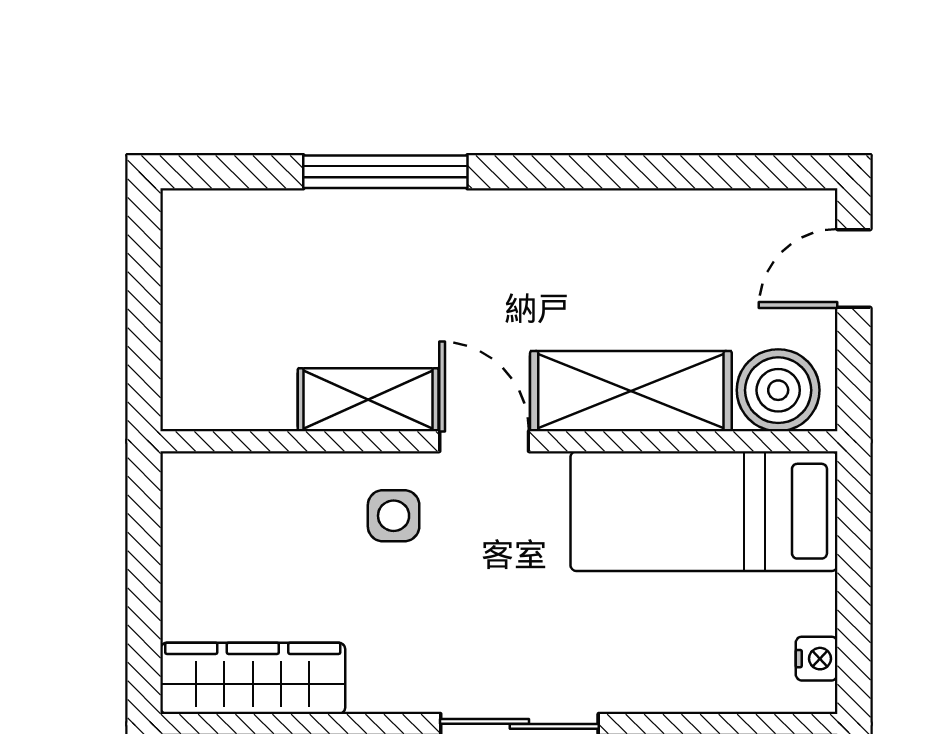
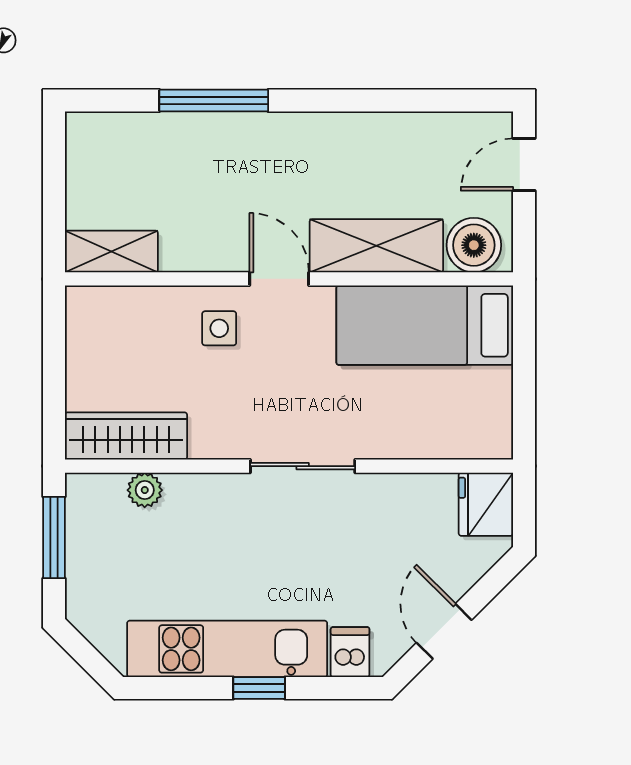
shelving: (368, 400) -> (111, 251), moved
nightstand: (817, 659) -> (499, 423), removed

